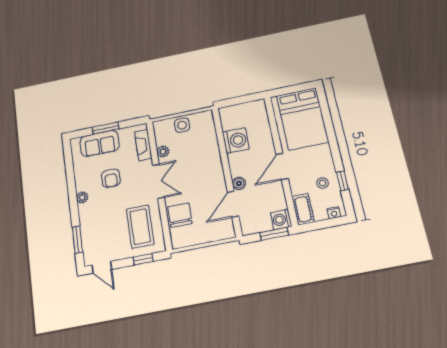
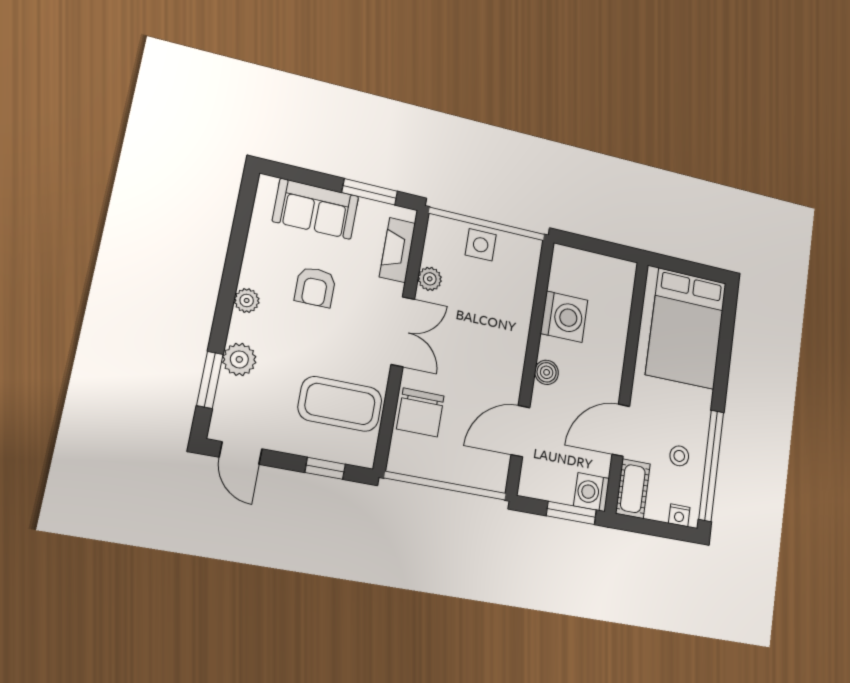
window: (106, 128) -> (370, 192), moved
door: (282, 166) -> (621, 430), moved
window: (342, 181) -> (711, 465), width x3.17
boiler: (239, 183) -> (547, 372), moved
chair: (180, 215) -> (420, 412), turned 180
plant: (88, 225) -> (239, 359), added
coffee table: (140, 227) -> (340, 404), turned 90

